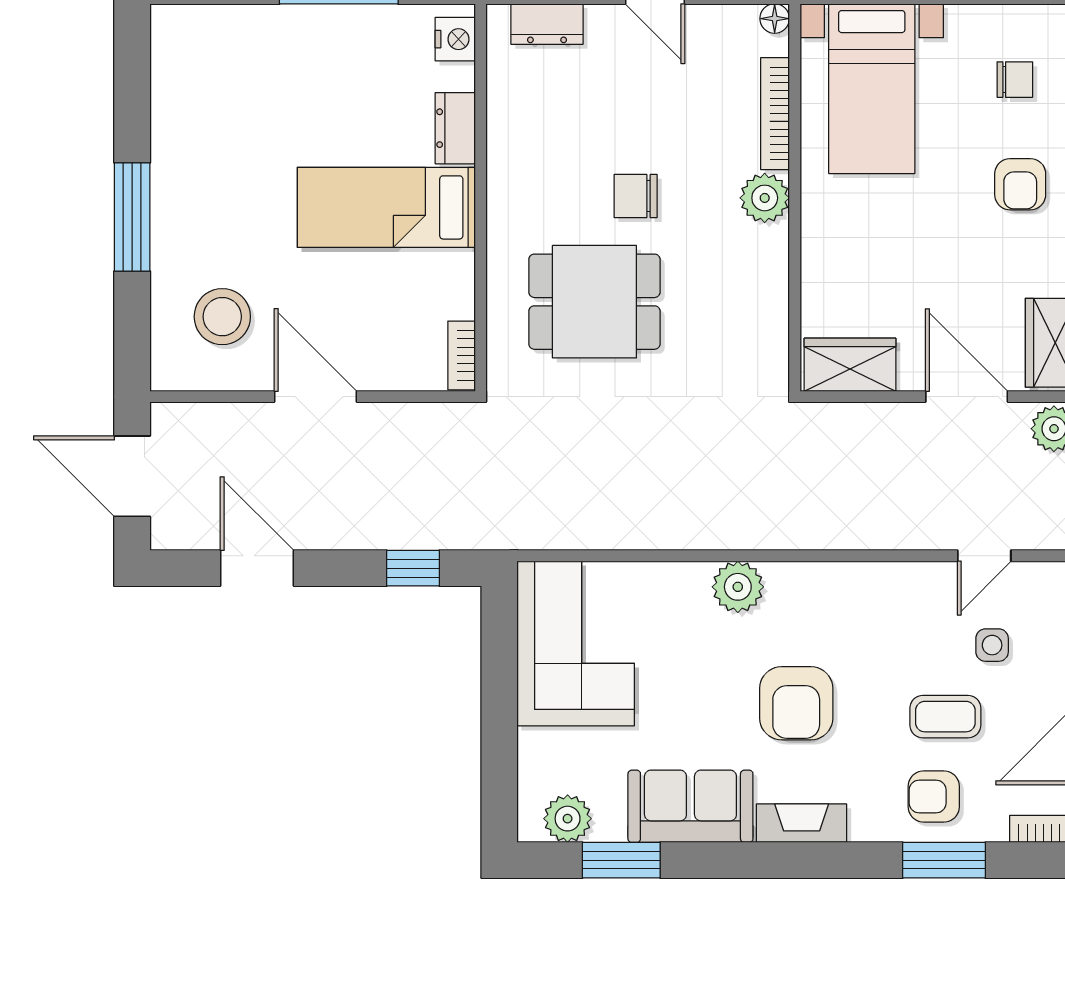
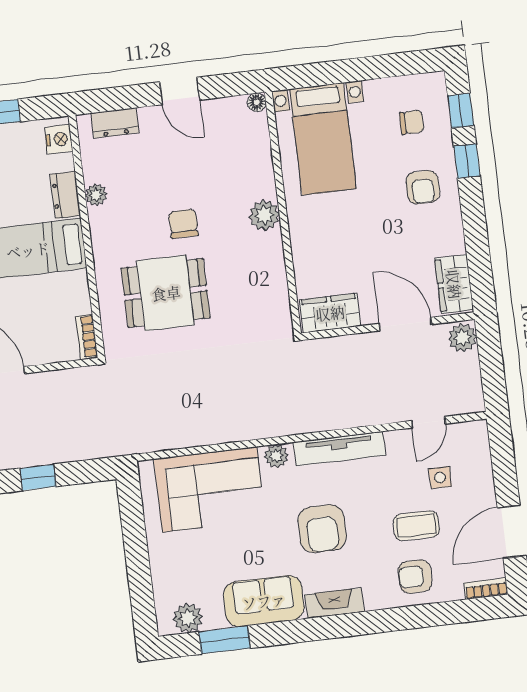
bookcase: (775, 114) -> (264, 162), removed
plant: (504, 134) -> (96, 195), added
chair: (636, 196) -> (183, 224), turned 90
window: (413, 568) -> (38, 477), moved
tv unit: (839, 581) -> (339, 449), added
plant: (738, 587) -> (276, 456), width x0.73, depth x0.73
corner sofa: (576, 643) -> (209, 489), moved, turned 90
window: (944, 860) -> (426, 616), removed

